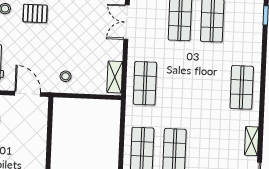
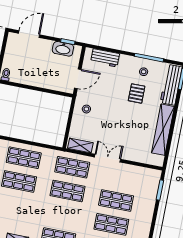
double door: (127, 22) -> (107, 158), moved
shop shelf: (177, 85) -> (68, 191), added

